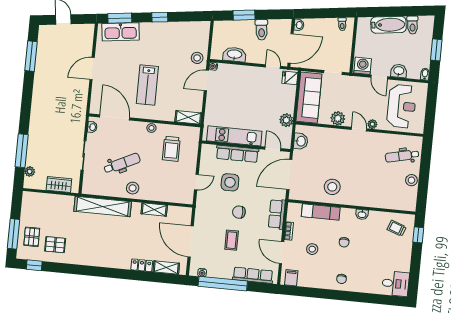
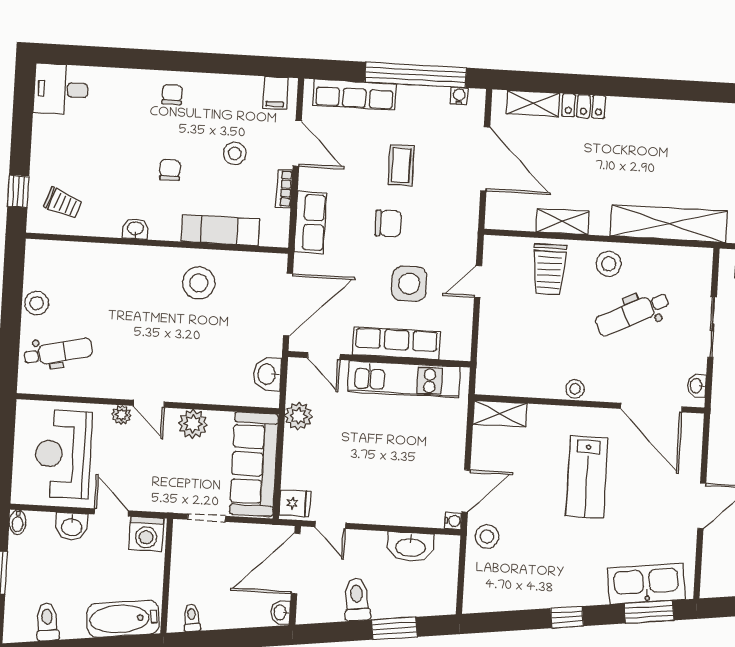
bathtub: (388, 25) -> (123, 619), moved
lab bench: (147, 85) -> (587, 477), turned 180
trolley: (171, 149) -> (549, 269), moved, turned 180

